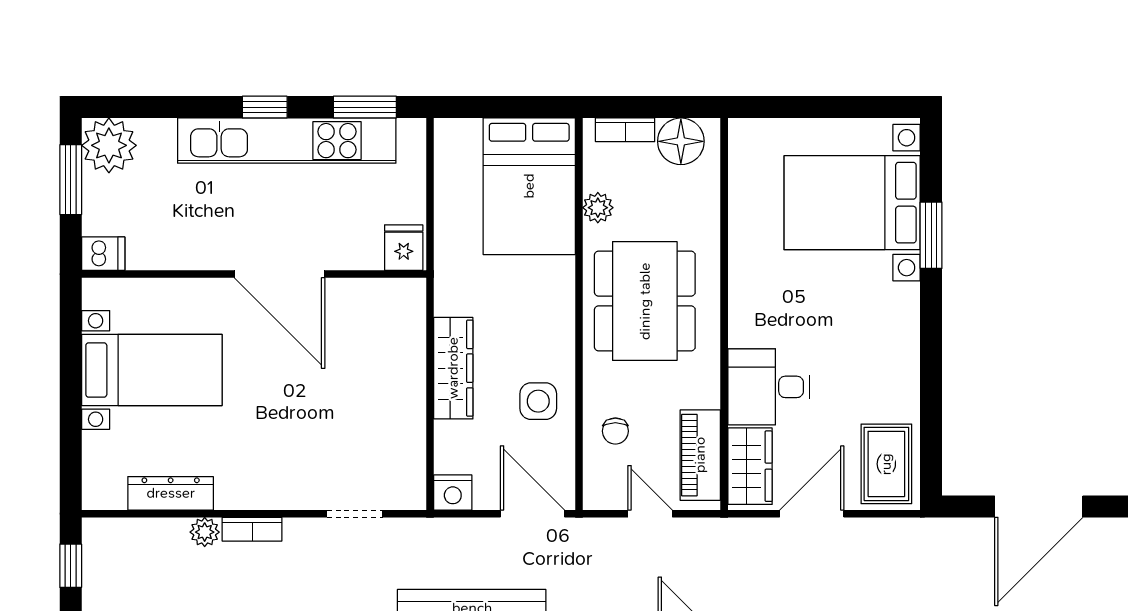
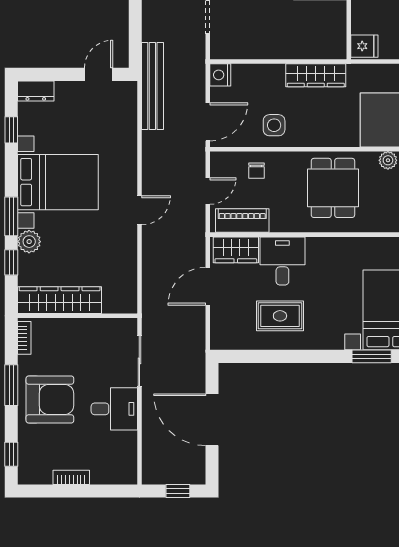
dining table: (645, 301) -> (333, 188), width x0.73
wardrobe: (453, 368) -> (316, 75), moved
chair: (615, 431) -> (256, 171), turned -90
rug: (886, 464) -> (280, 316), moved
door: (812, 514) -> (208, 286), swing flipped

